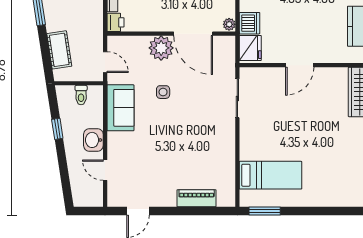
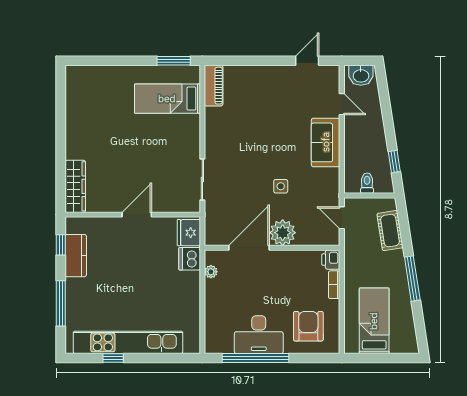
plant: (229, 24) -> (211, 272), moved
door: (193, 34) -> (249, 248), hinge flipped
sofa: (120, 108) -> (326, 142), moved
window: (57, 129) -> (394, 161), moved
washbasin: (93, 140) -> (361, 75), moved, turned 90
piano: (197, 198) -> (214, 86), moved, turned -90

